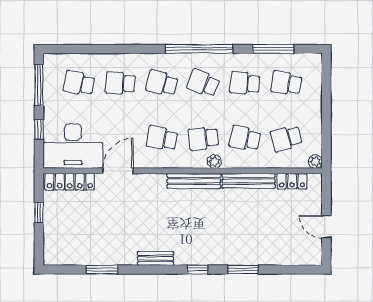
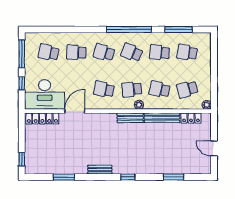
bench: (194, 181) -> (130, 118), width x0.73
window: (39, 213) -> (22, 159), moved
window: (243, 270) -> (173, 177), moved

